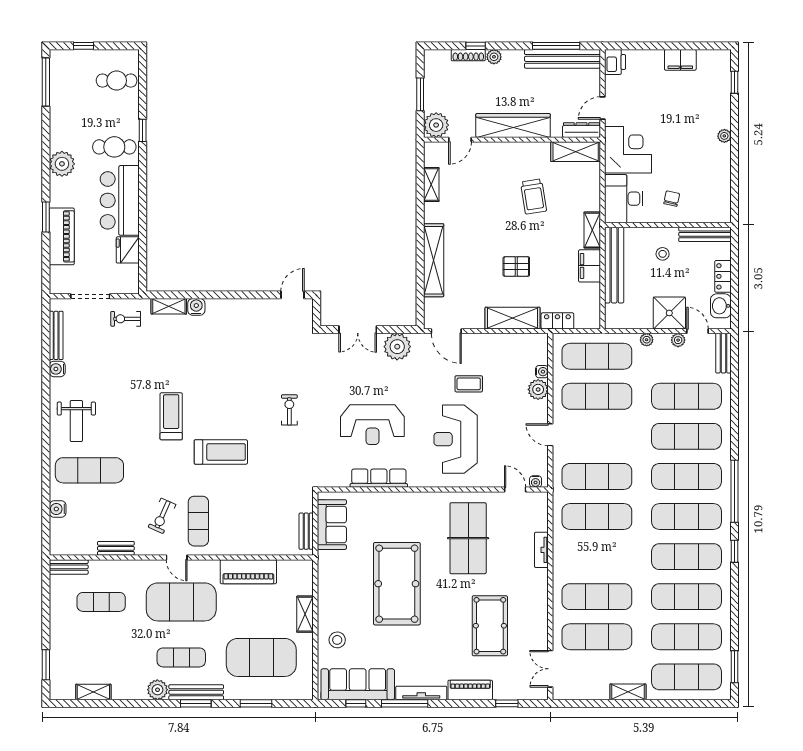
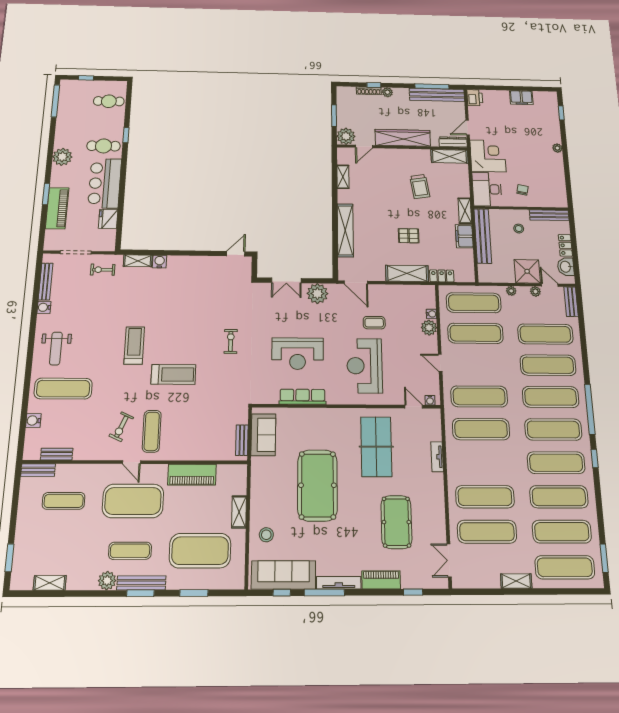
bench: (116, 548) -> (57, 454), moved

